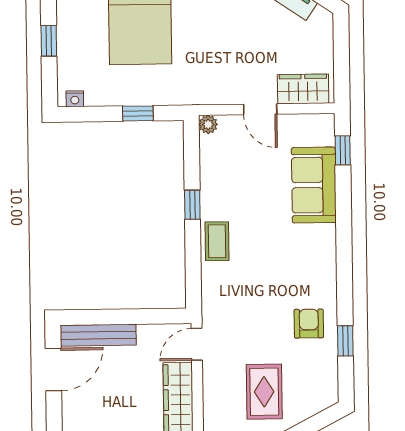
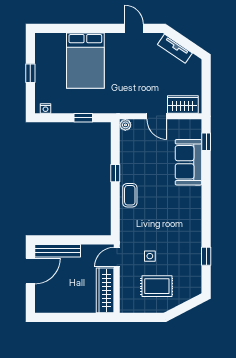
armchair: (309, 324) -> (184, 246), removed
side table: (252, 342) -> (150, 256), added
rug: (264, 392) -> (157, 286), turned 90

